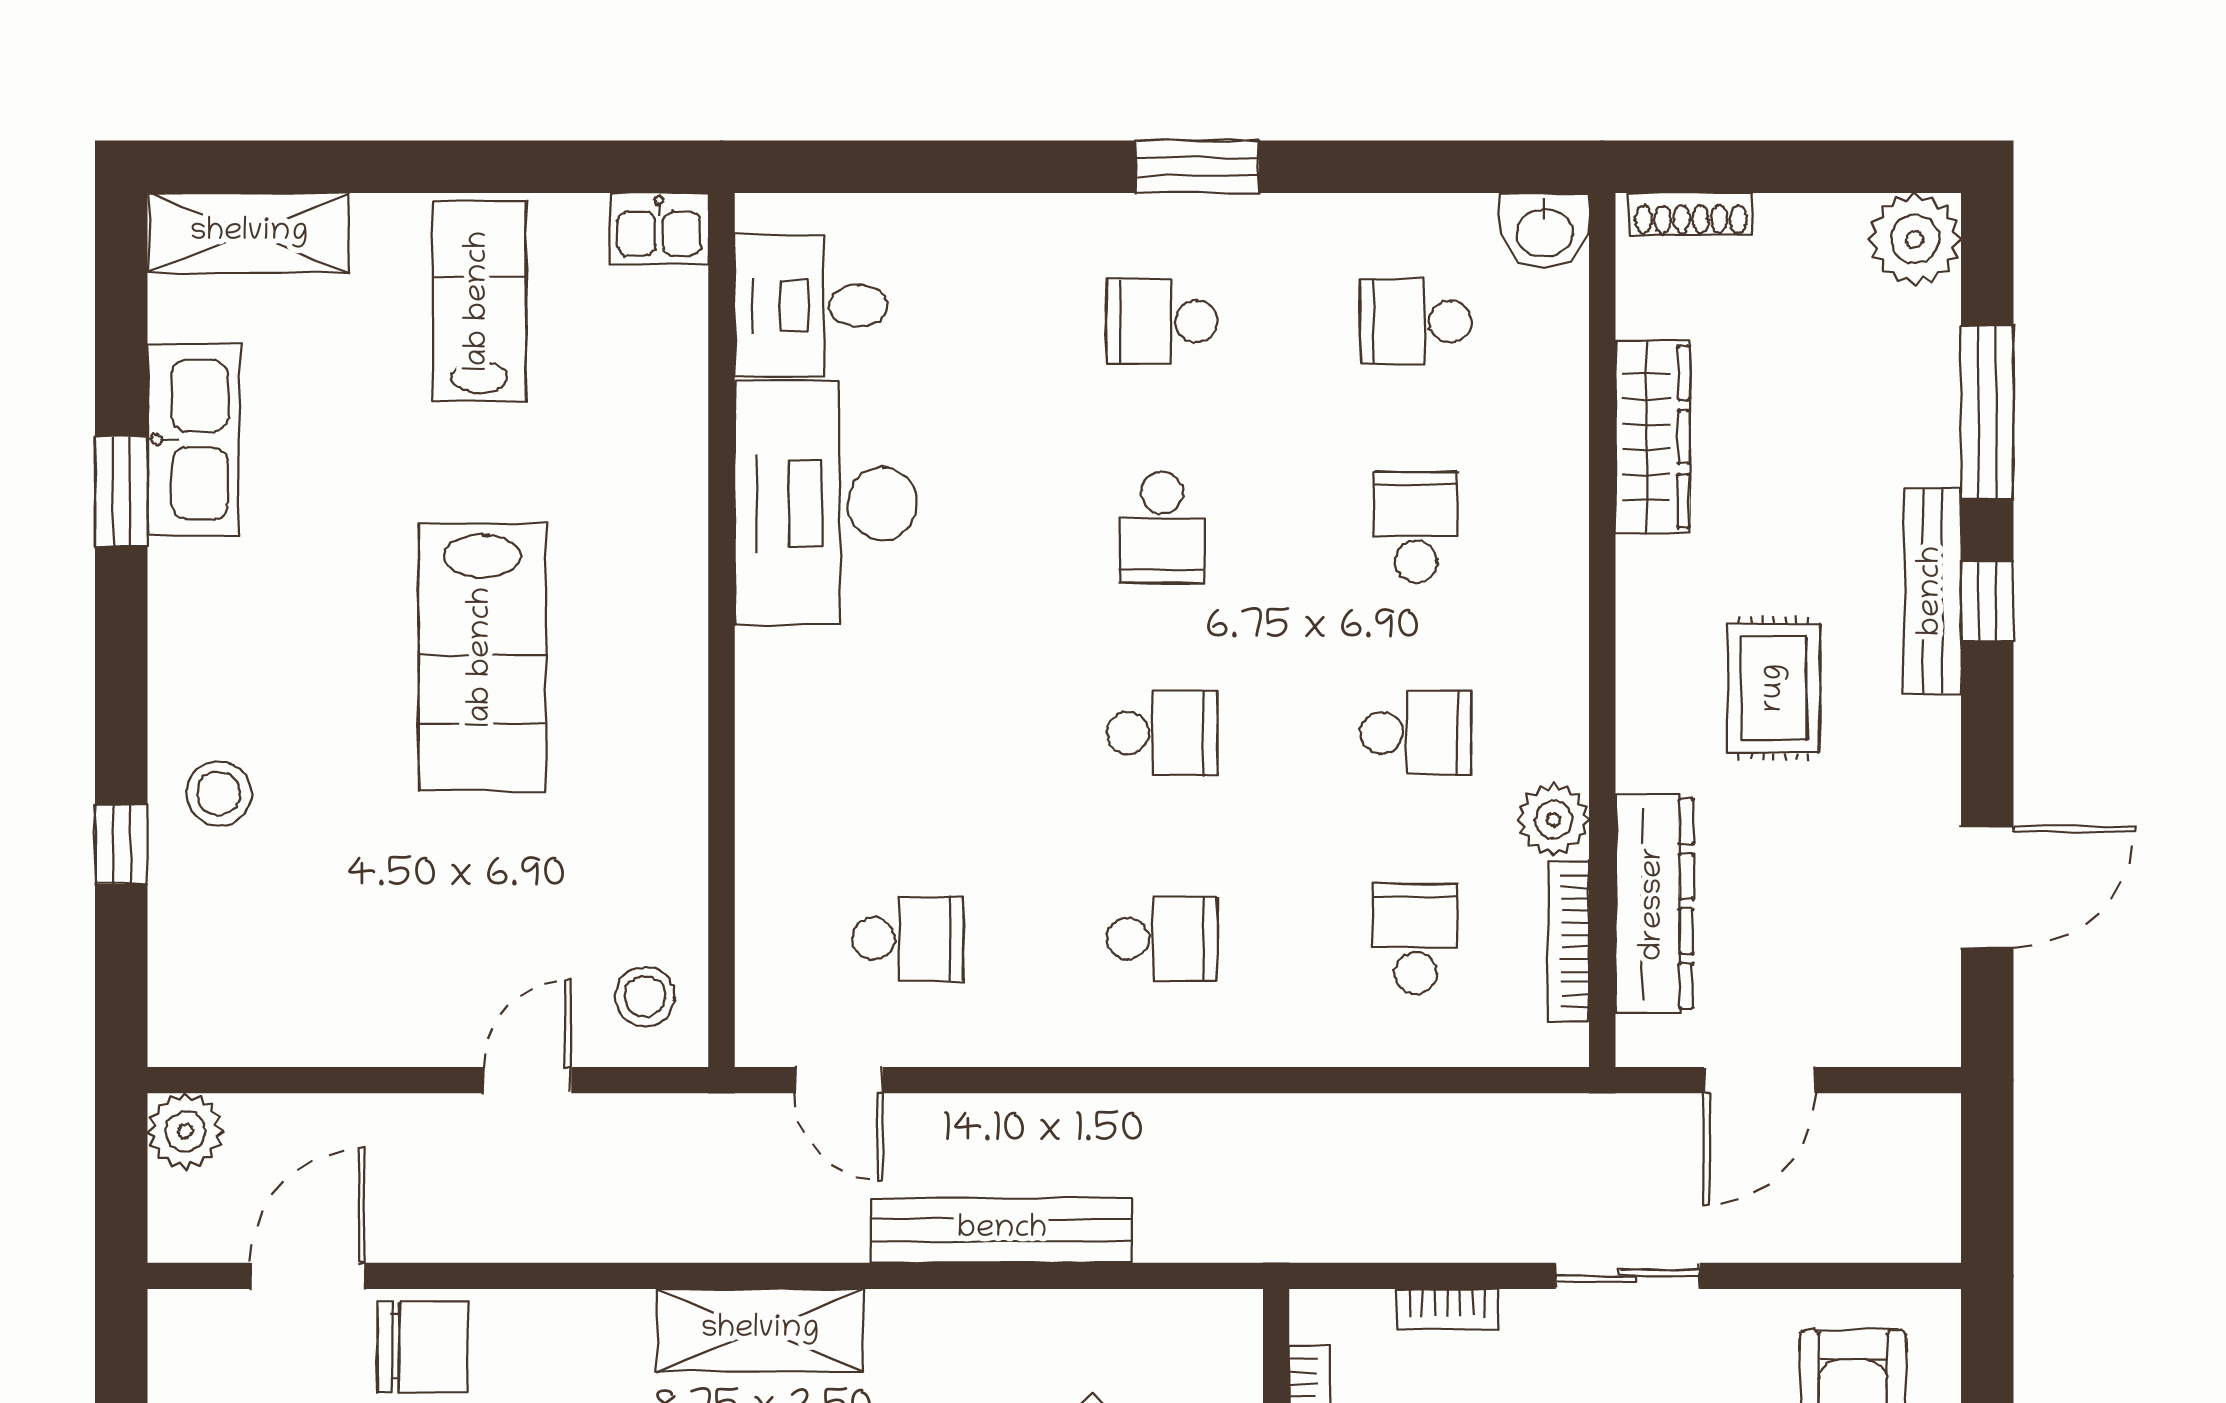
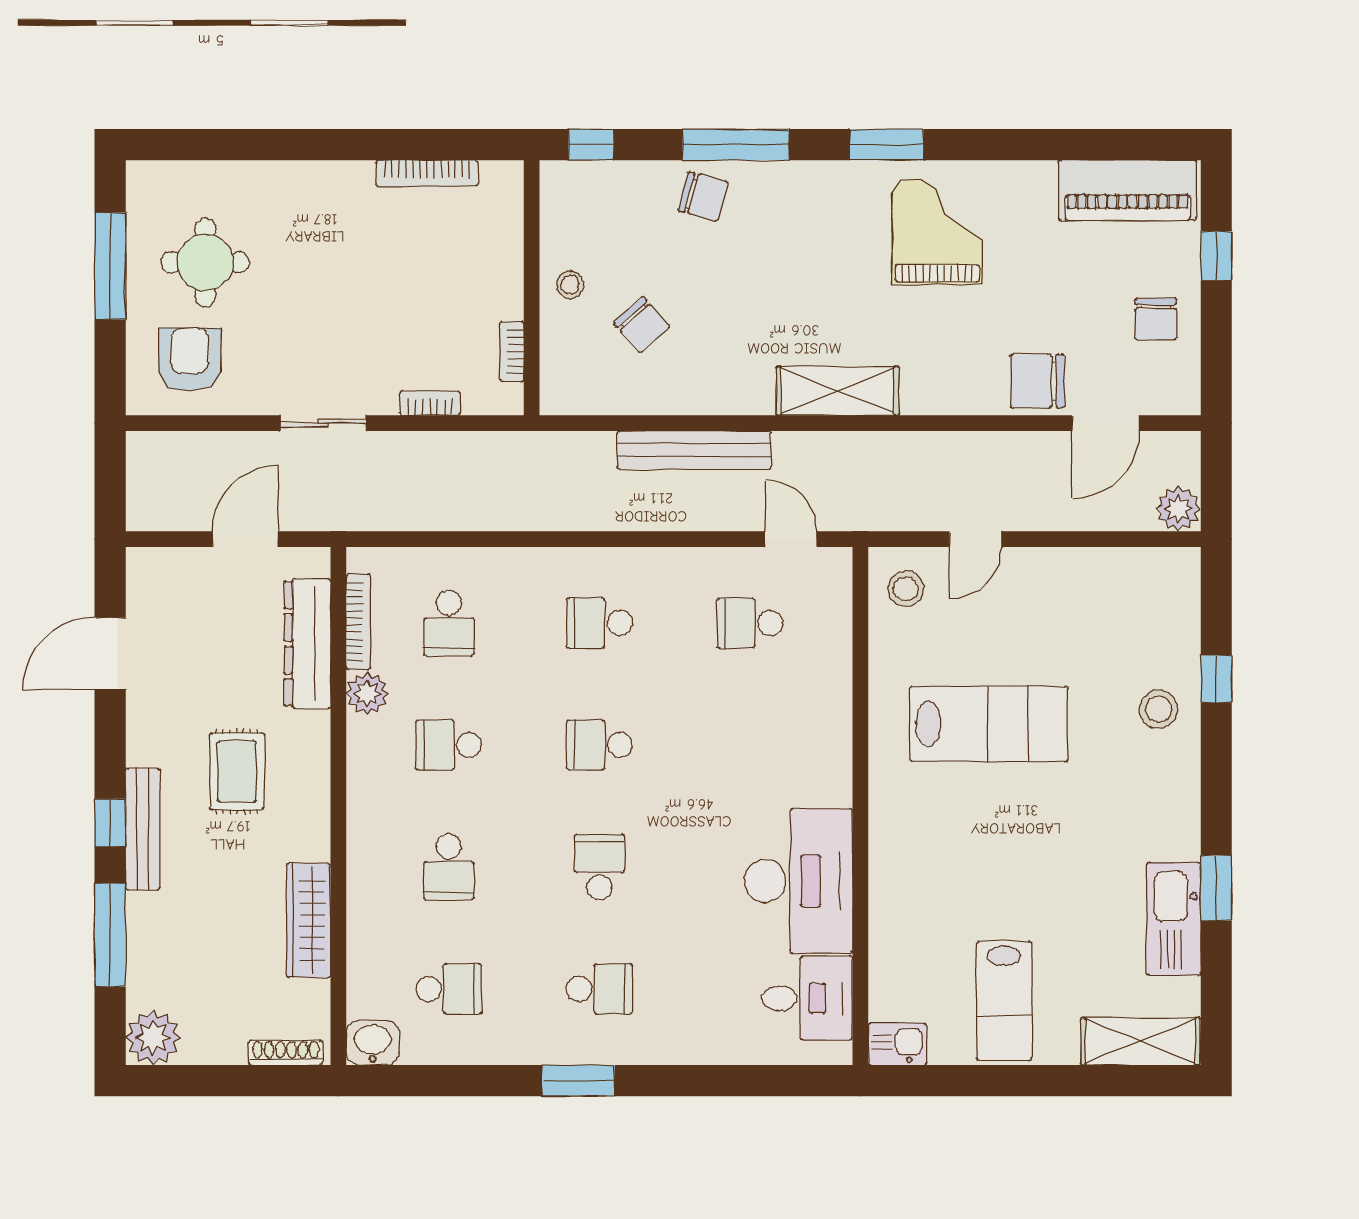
lab bench: (482, 657) -> (989, 724), moved, turned 90

